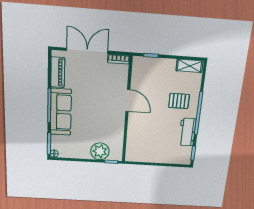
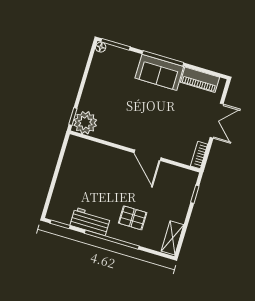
double door: (87, 51) -> (217, 121), width x0.73
door: (128, 100) -> (148, 155), hinge flipped
pallet: (179, 101) -> (133, 218), turned 90
sofa: (61, 112) -> (159, 72), width x0.73
plant: (100, 151) -> (85, 123), moved

